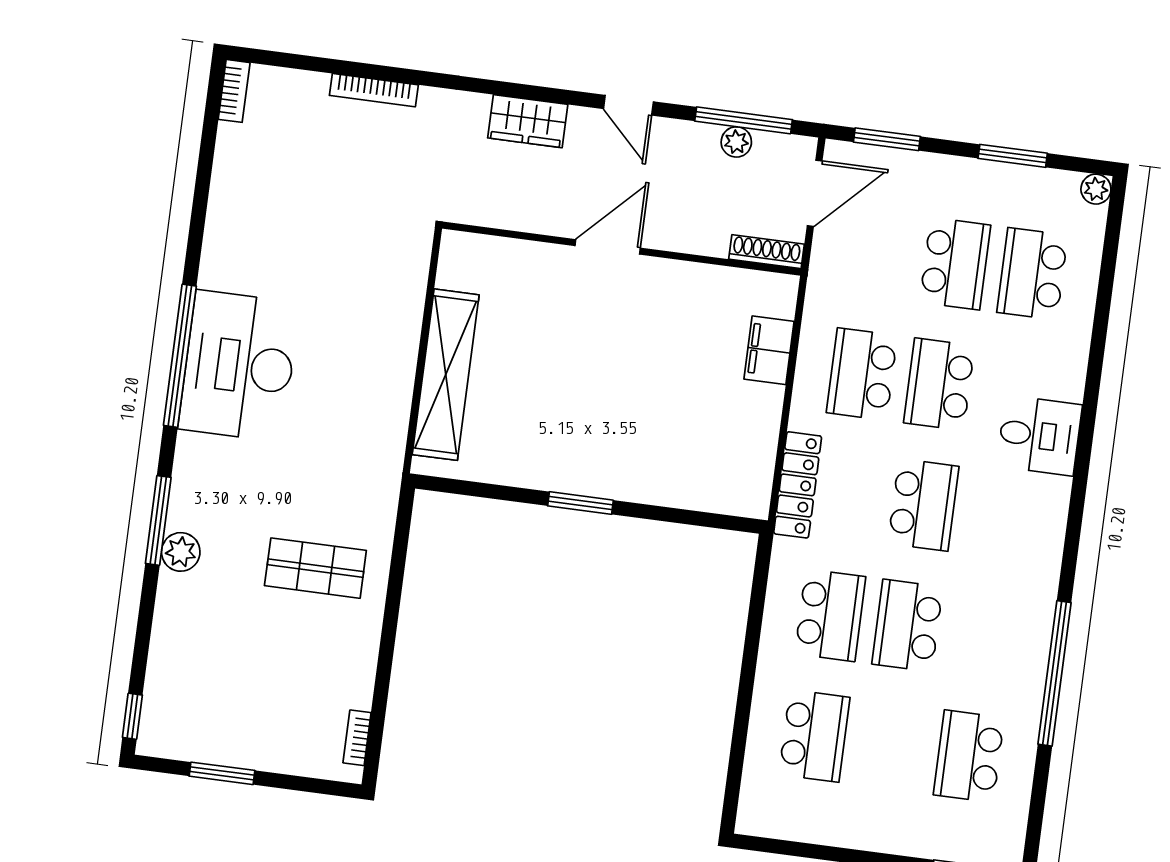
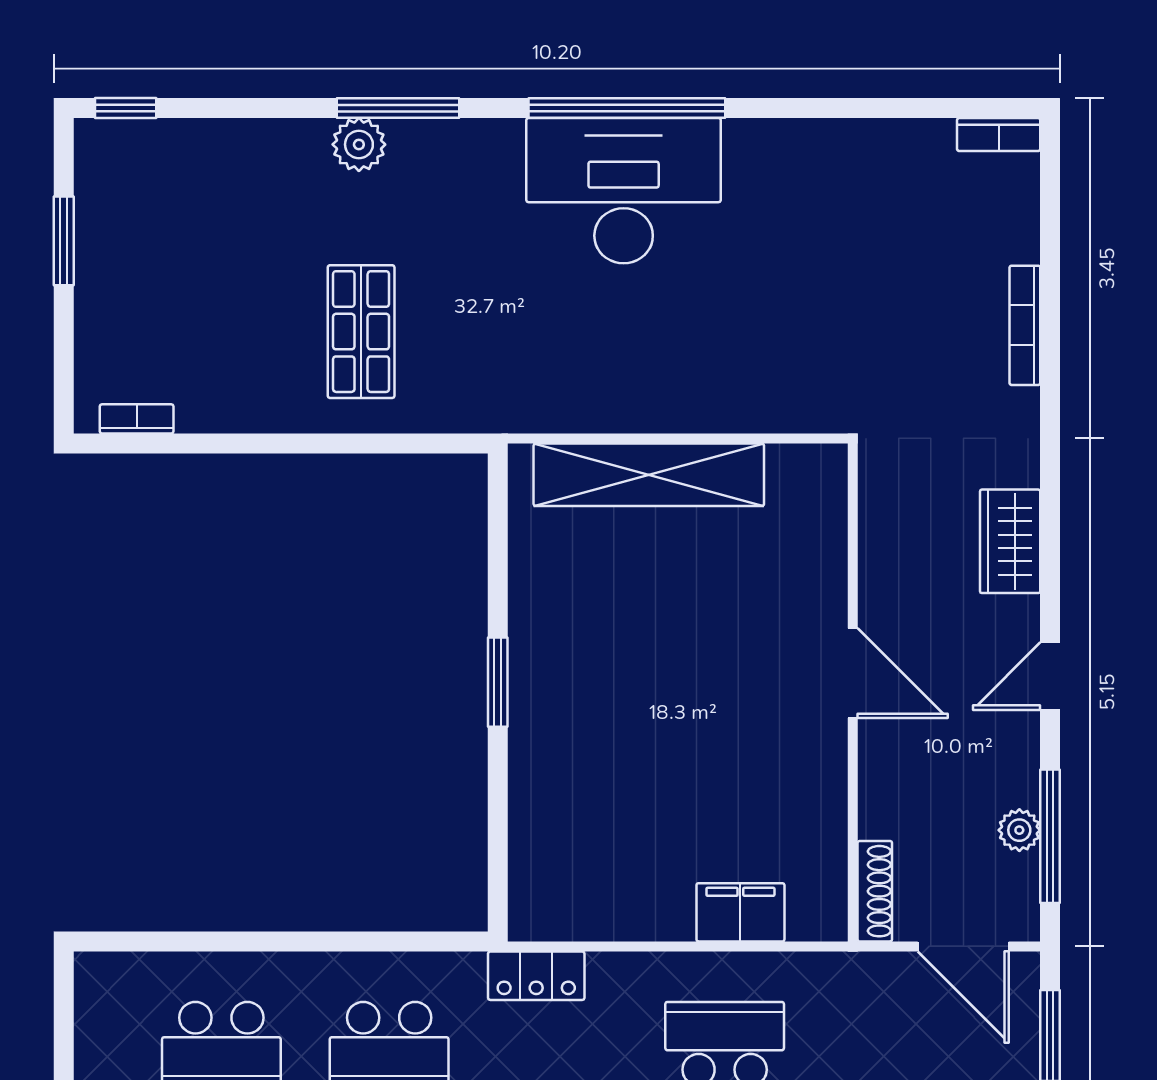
locker: (798, 485) -> (536, 976), width x0.66

